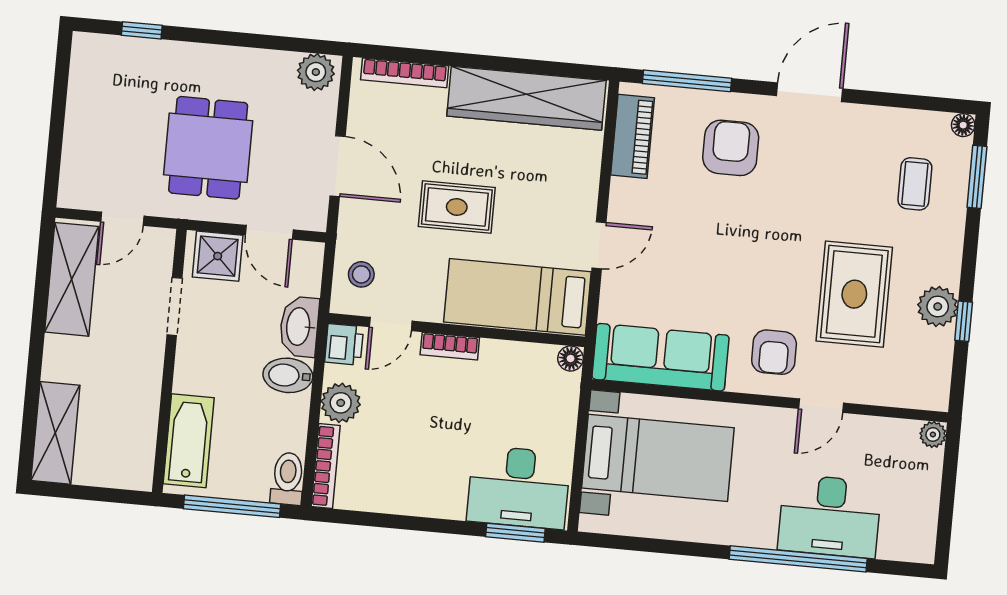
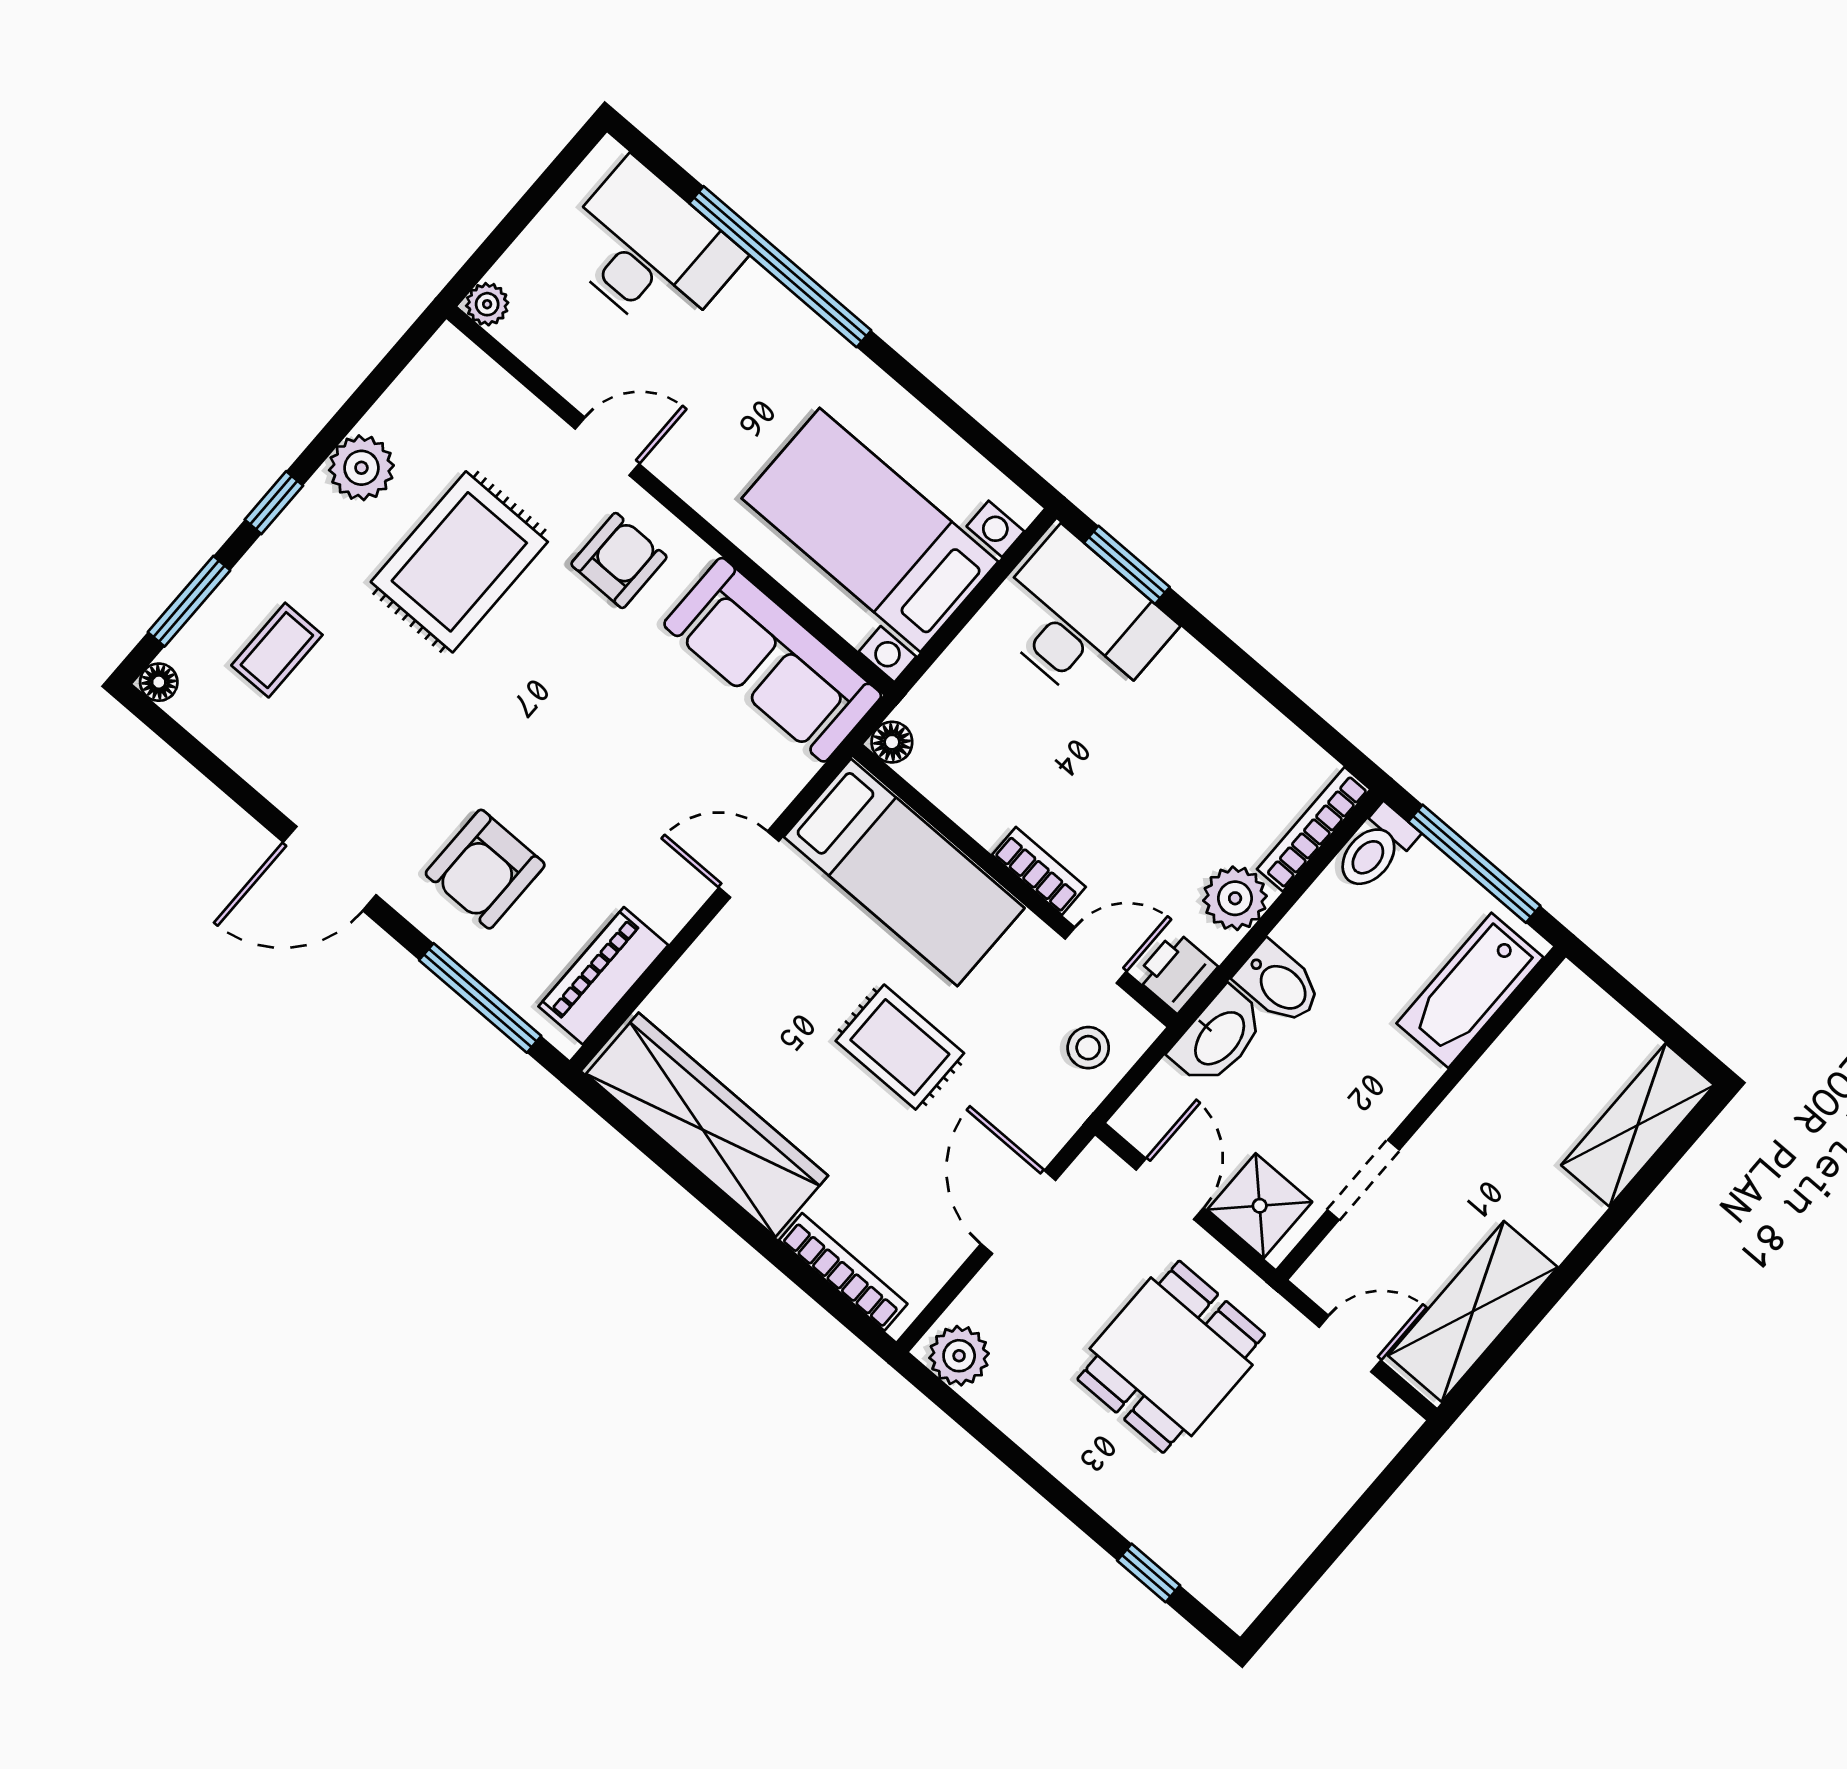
window: (964, 321) -> (274, 503), moved
desk: (830, 516) -> (649, 251), moved

